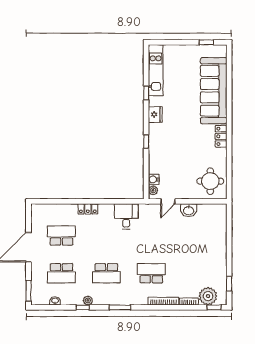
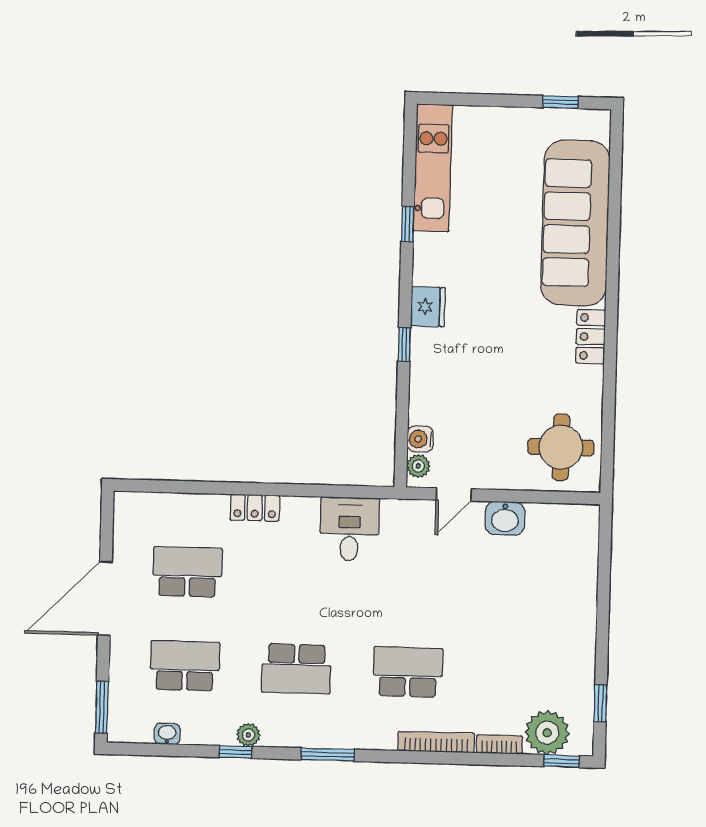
fridge: (155, 114) -> (428, 307), moved
school desk: (61, 273) -> (185, 666), turned 180

